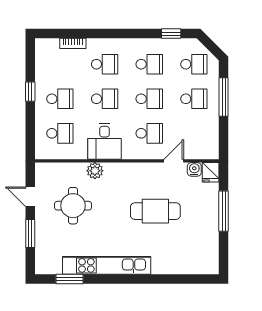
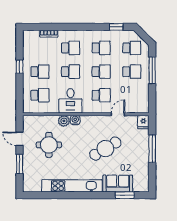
water cooler: (194, 169) -> (75, 120), moved
cafe table: (155, 211) -> (105, 149), turned -31
sofa: (173, 262) -> (118, 184), added
window: (70, 279) -> (125, 195), moved

